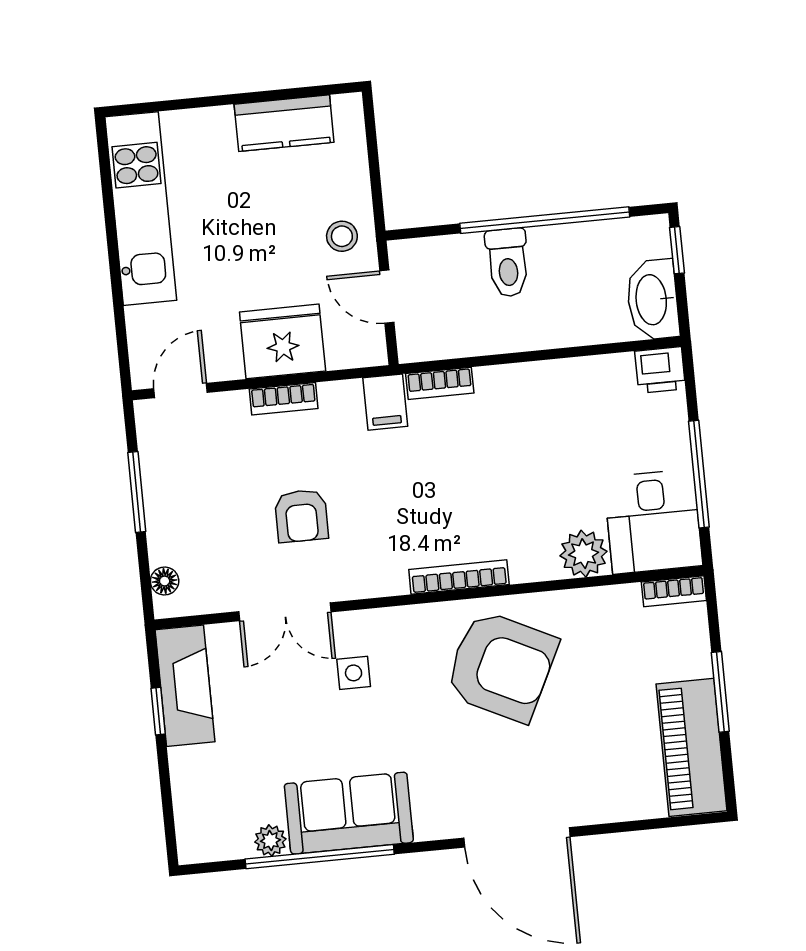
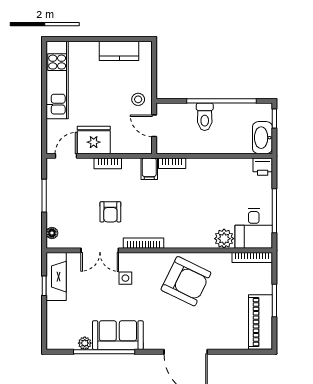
fridge: (283, 341) -> (94, 140), moved
bookcase: (459, 577) -> (144, 243), moved
bookcase: (674, 591) -> (252, 258), width x1.56

